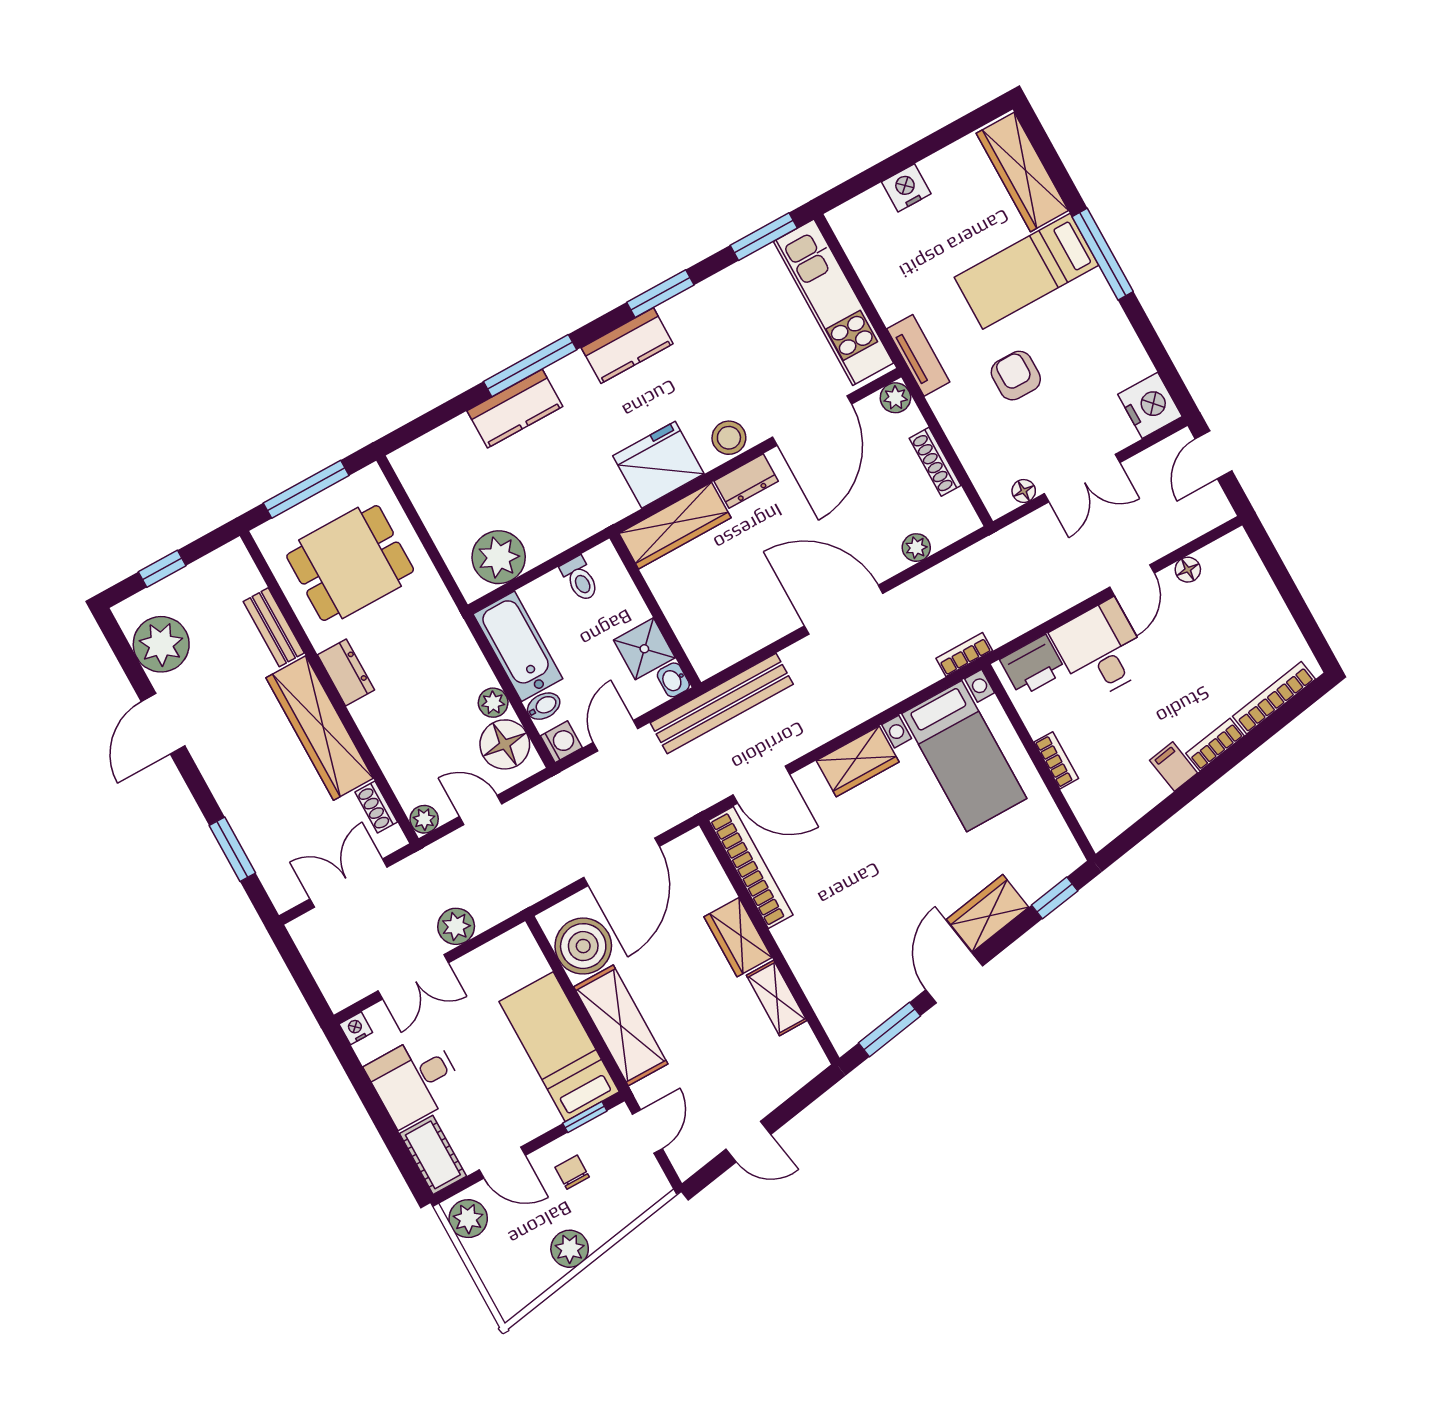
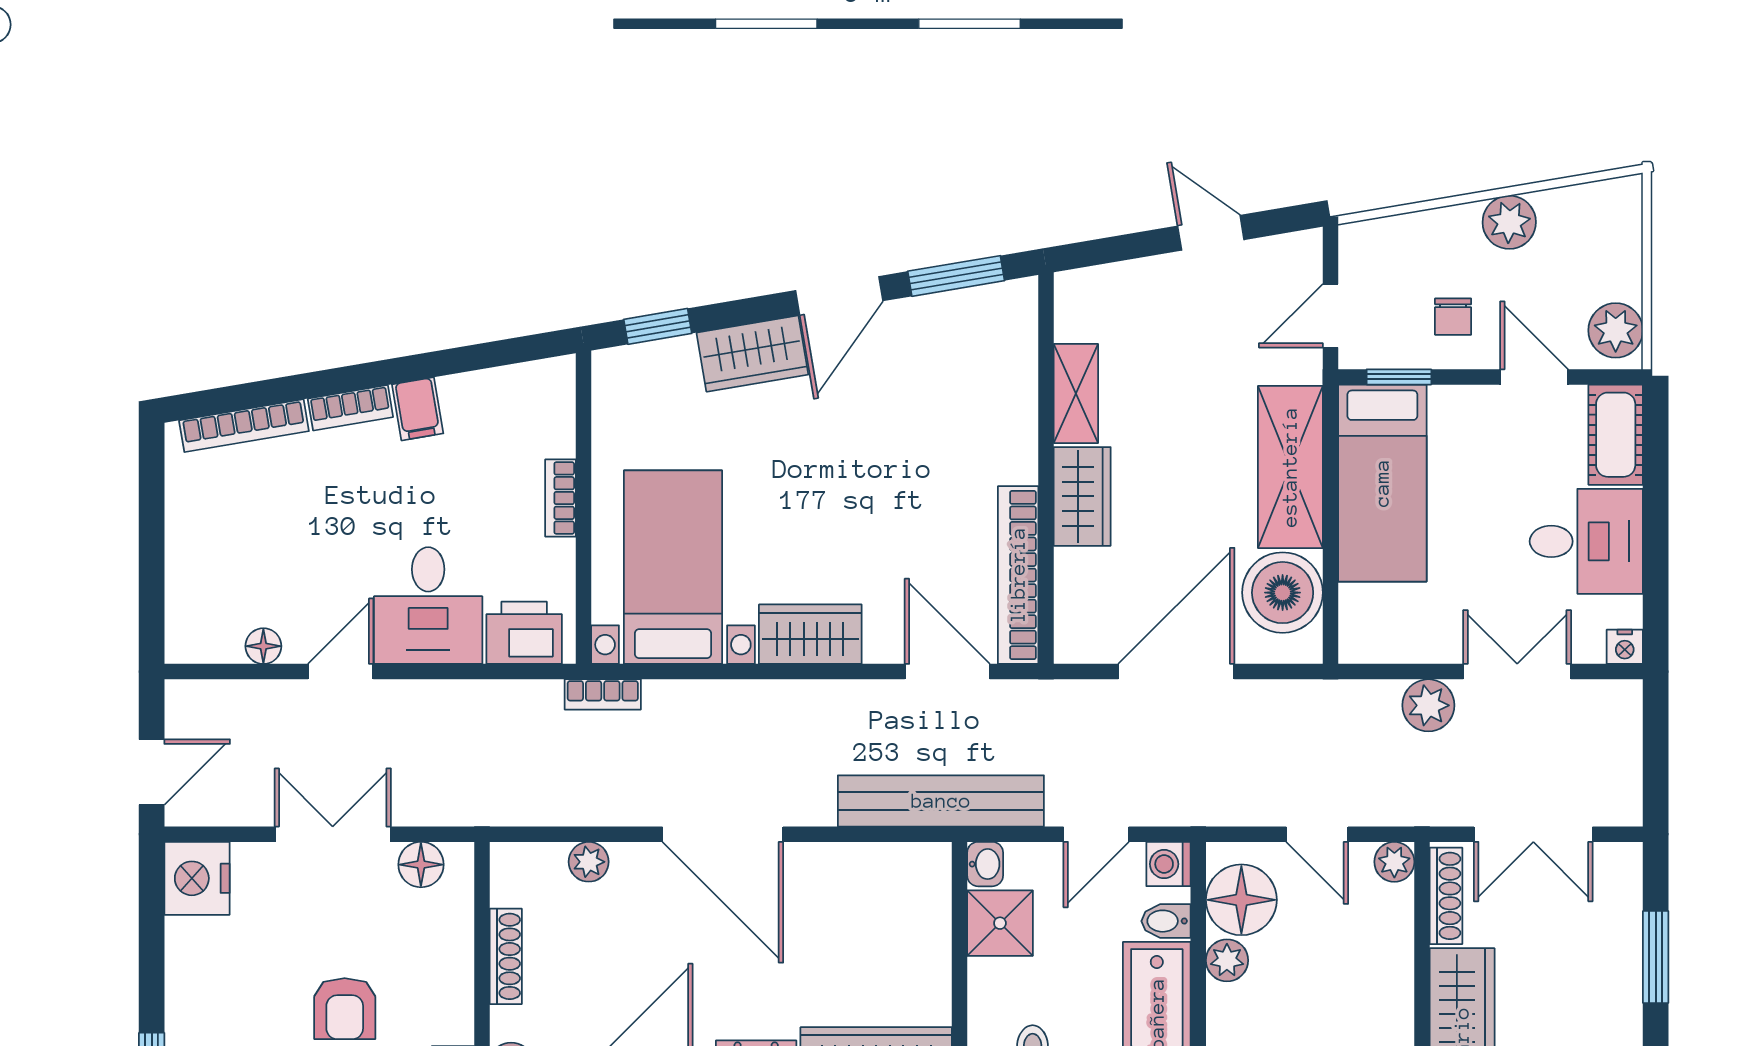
floor lamp: (1024, 491) -> (421, 865), width x1.37, depth x1.37
shoe rack: (376, 807) -> (1446, 896), width x1.43

